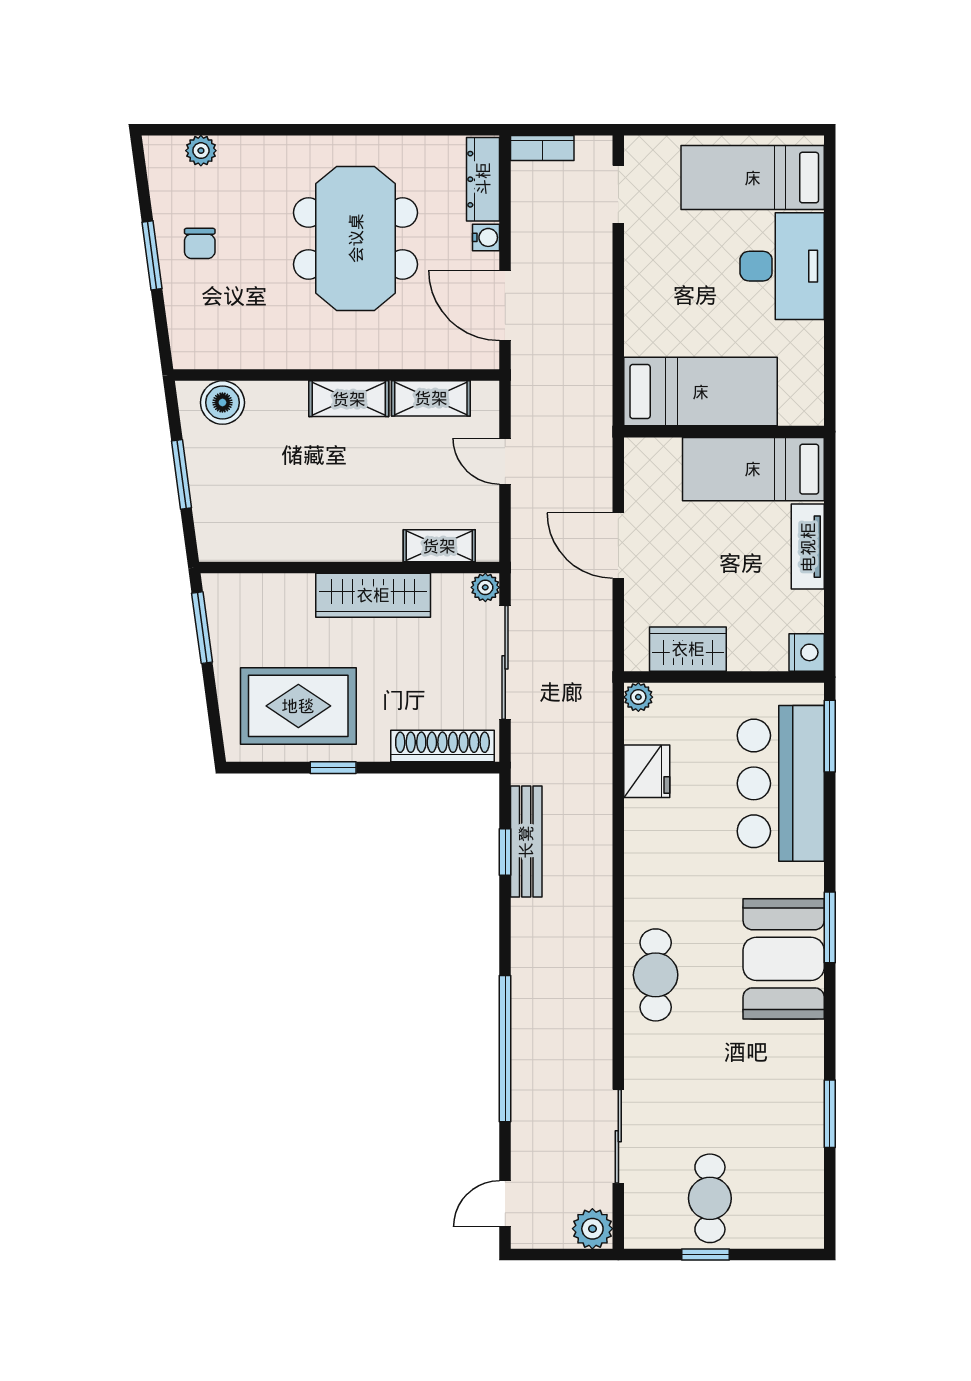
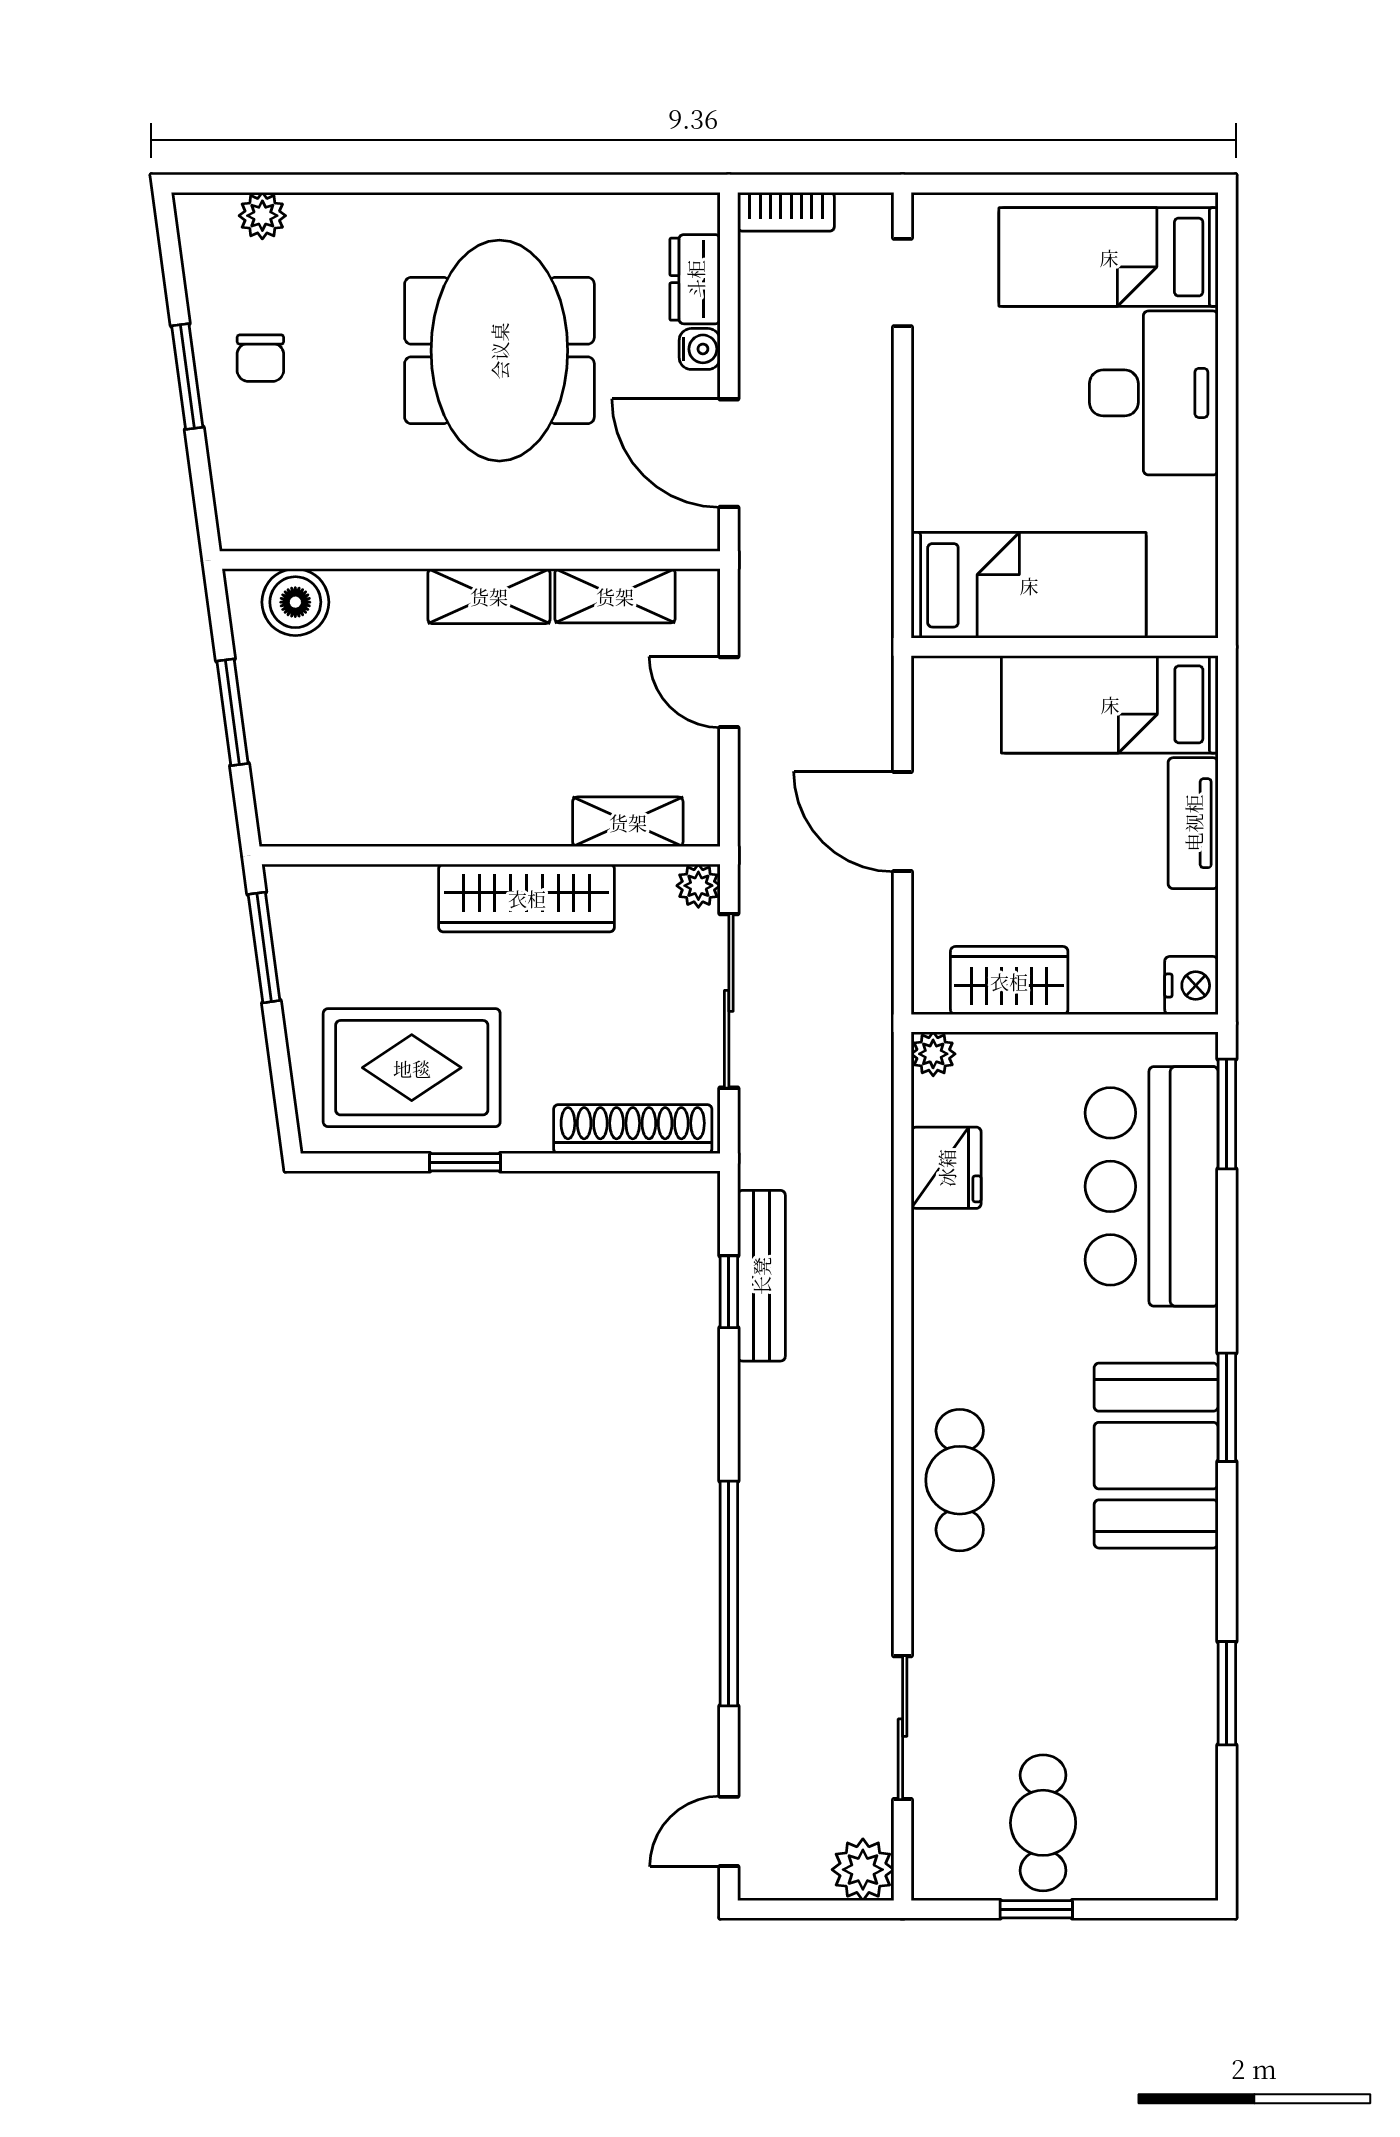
dresser: (483, 179) -> (695, 279), width x0.70

